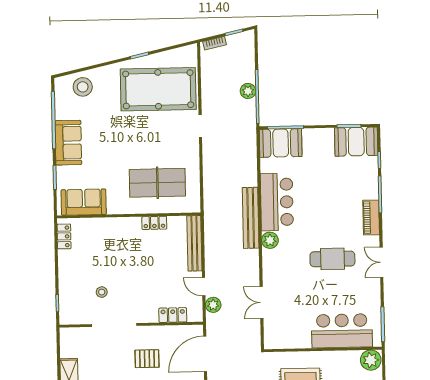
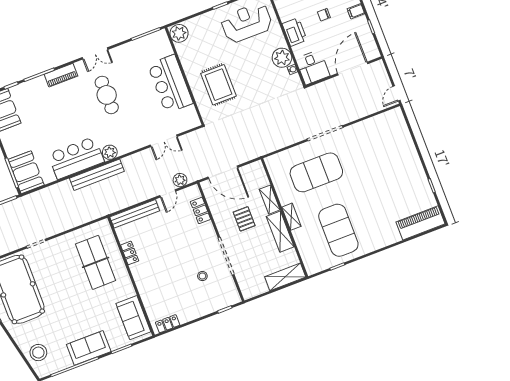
bar counter: (342, 331) -> (170, 84), moved

